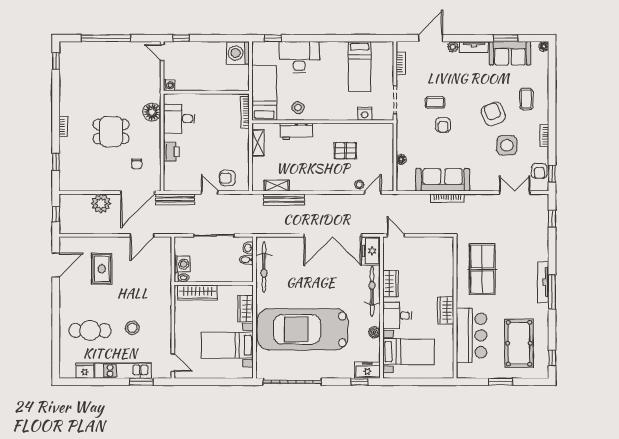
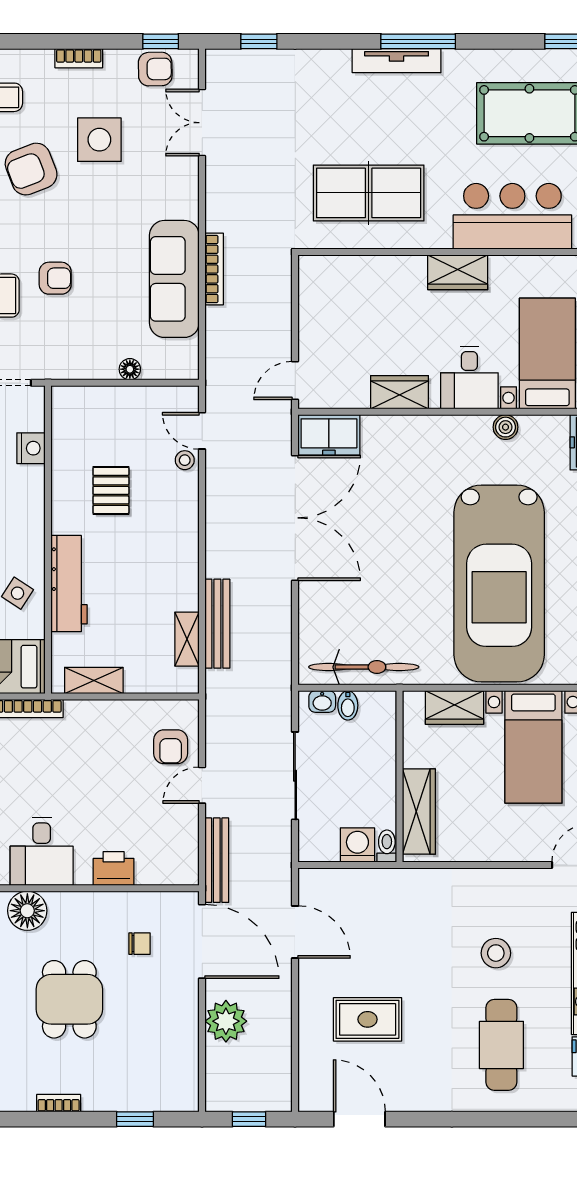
workbench: (296, 131) -> (69, 584), width x1.38
bicycle: (372, 291) -> (417, 432), removed

